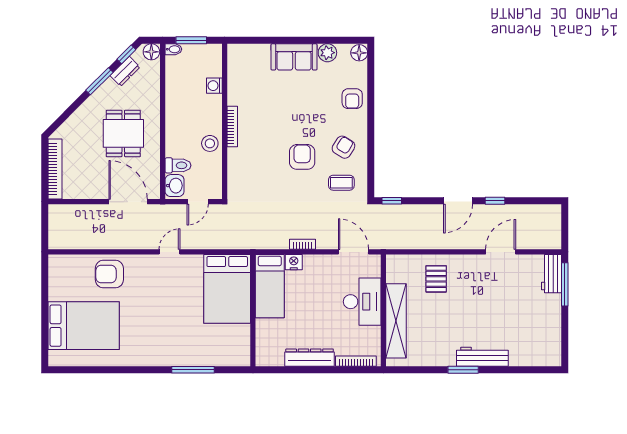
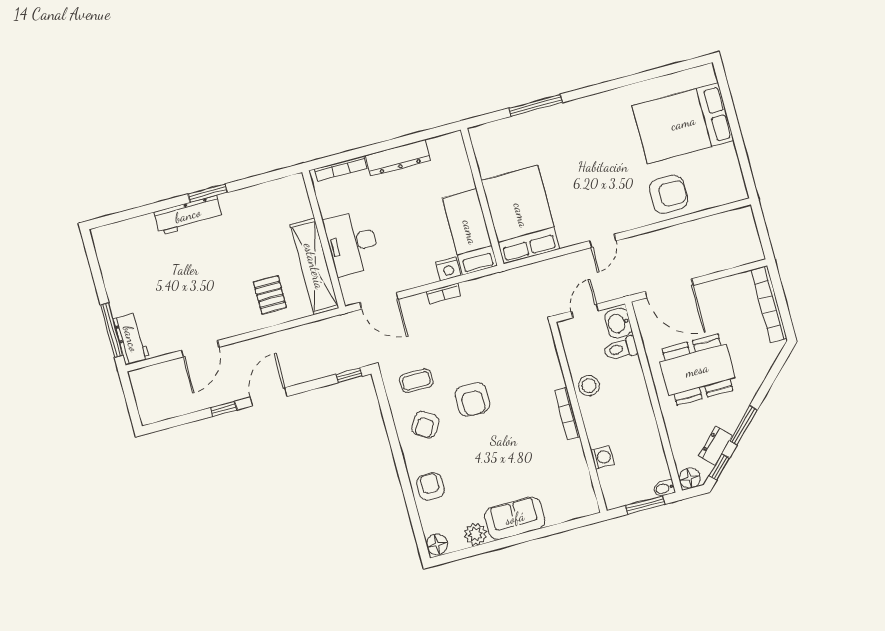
dining table: (123, 133) -> (697, 370), width x1.38
shelving: (396, 321) -> (314, 266), moved

